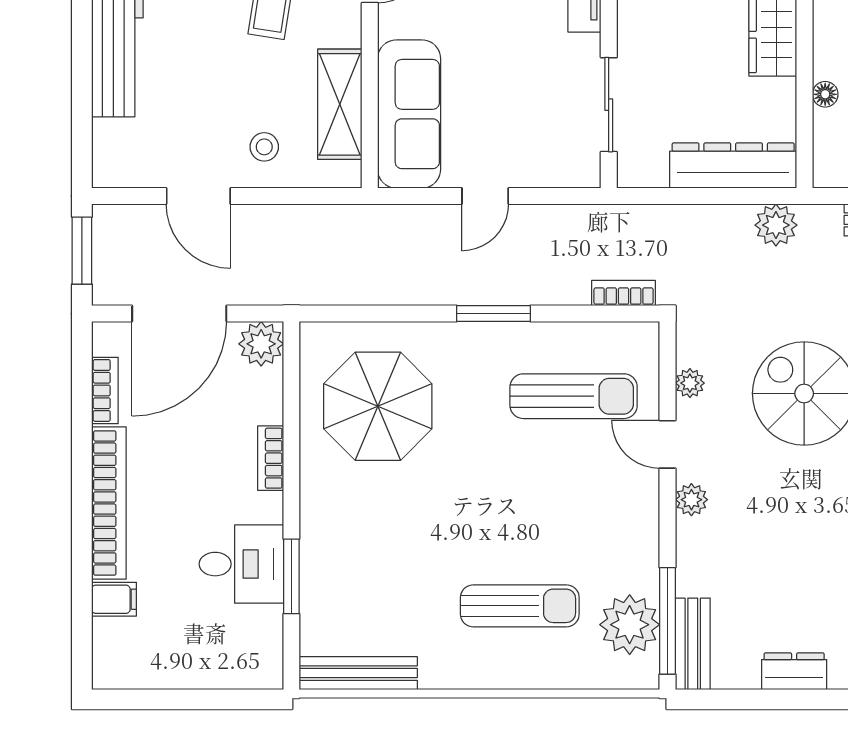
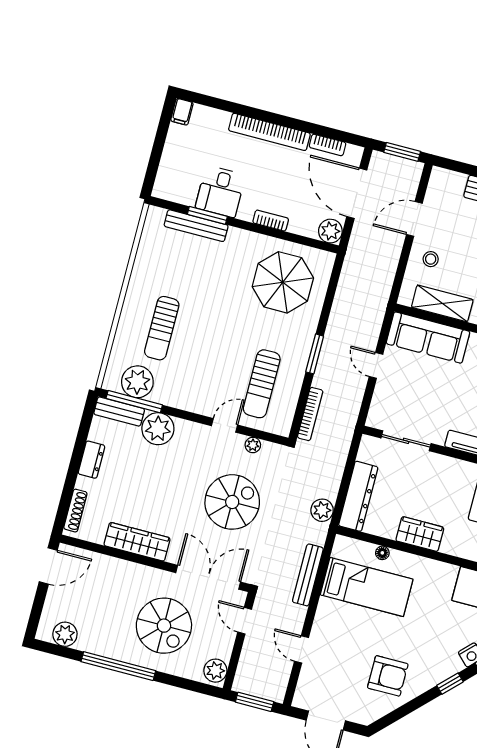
bookcase: (624, 293) -> (310, 414), width x1.56
plant: (691, 500) -> (158, 429), moved, width x1.87, depth x1.87
filing cabinet: (114, 599) -> (182, 112), moved
bench: (358, 673) -> (196, 226), moved, turned 90

